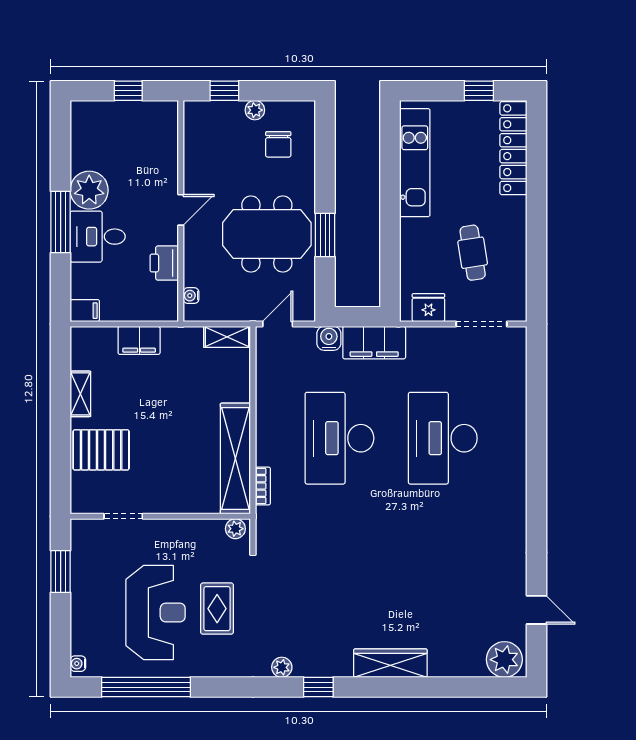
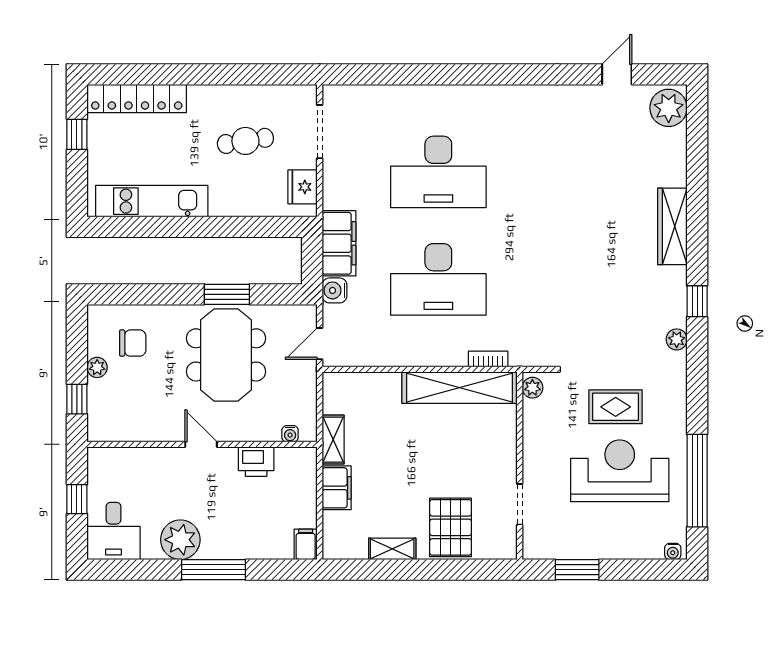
desk: (98, 237) -> (114, 531), moved
door: (278, 324) -> (320, 344), hinge flipped
shelving: (227, 337) -> (333, 440), moved

